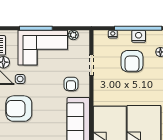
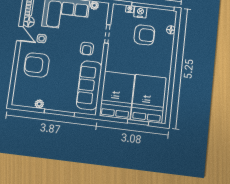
nightstand: (139, 36) -> (140, 12), moved
armchair: (132, 61) -> (144, 35), turned -90

